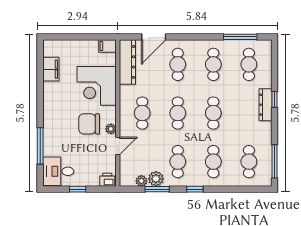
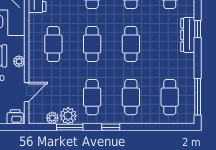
door: (118, 146) -> (27, 92), moved

